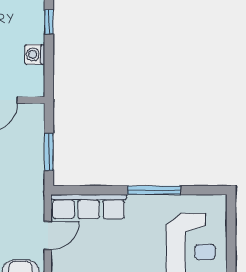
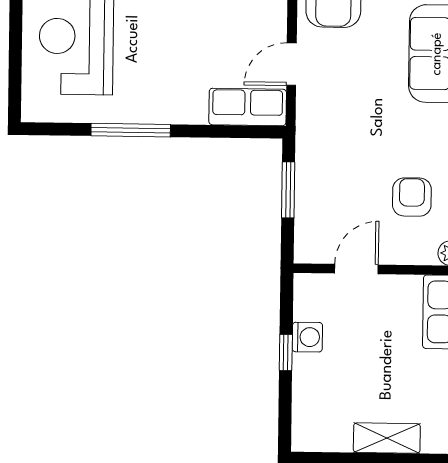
window: (49, 22) -> (286, 352), moved
row of seats: (89, 207) -> (248, 107), width x0.68

